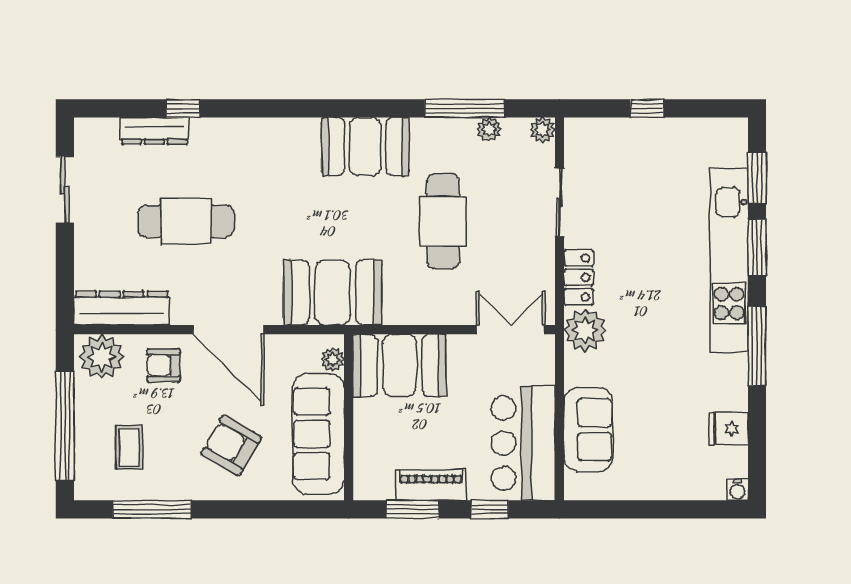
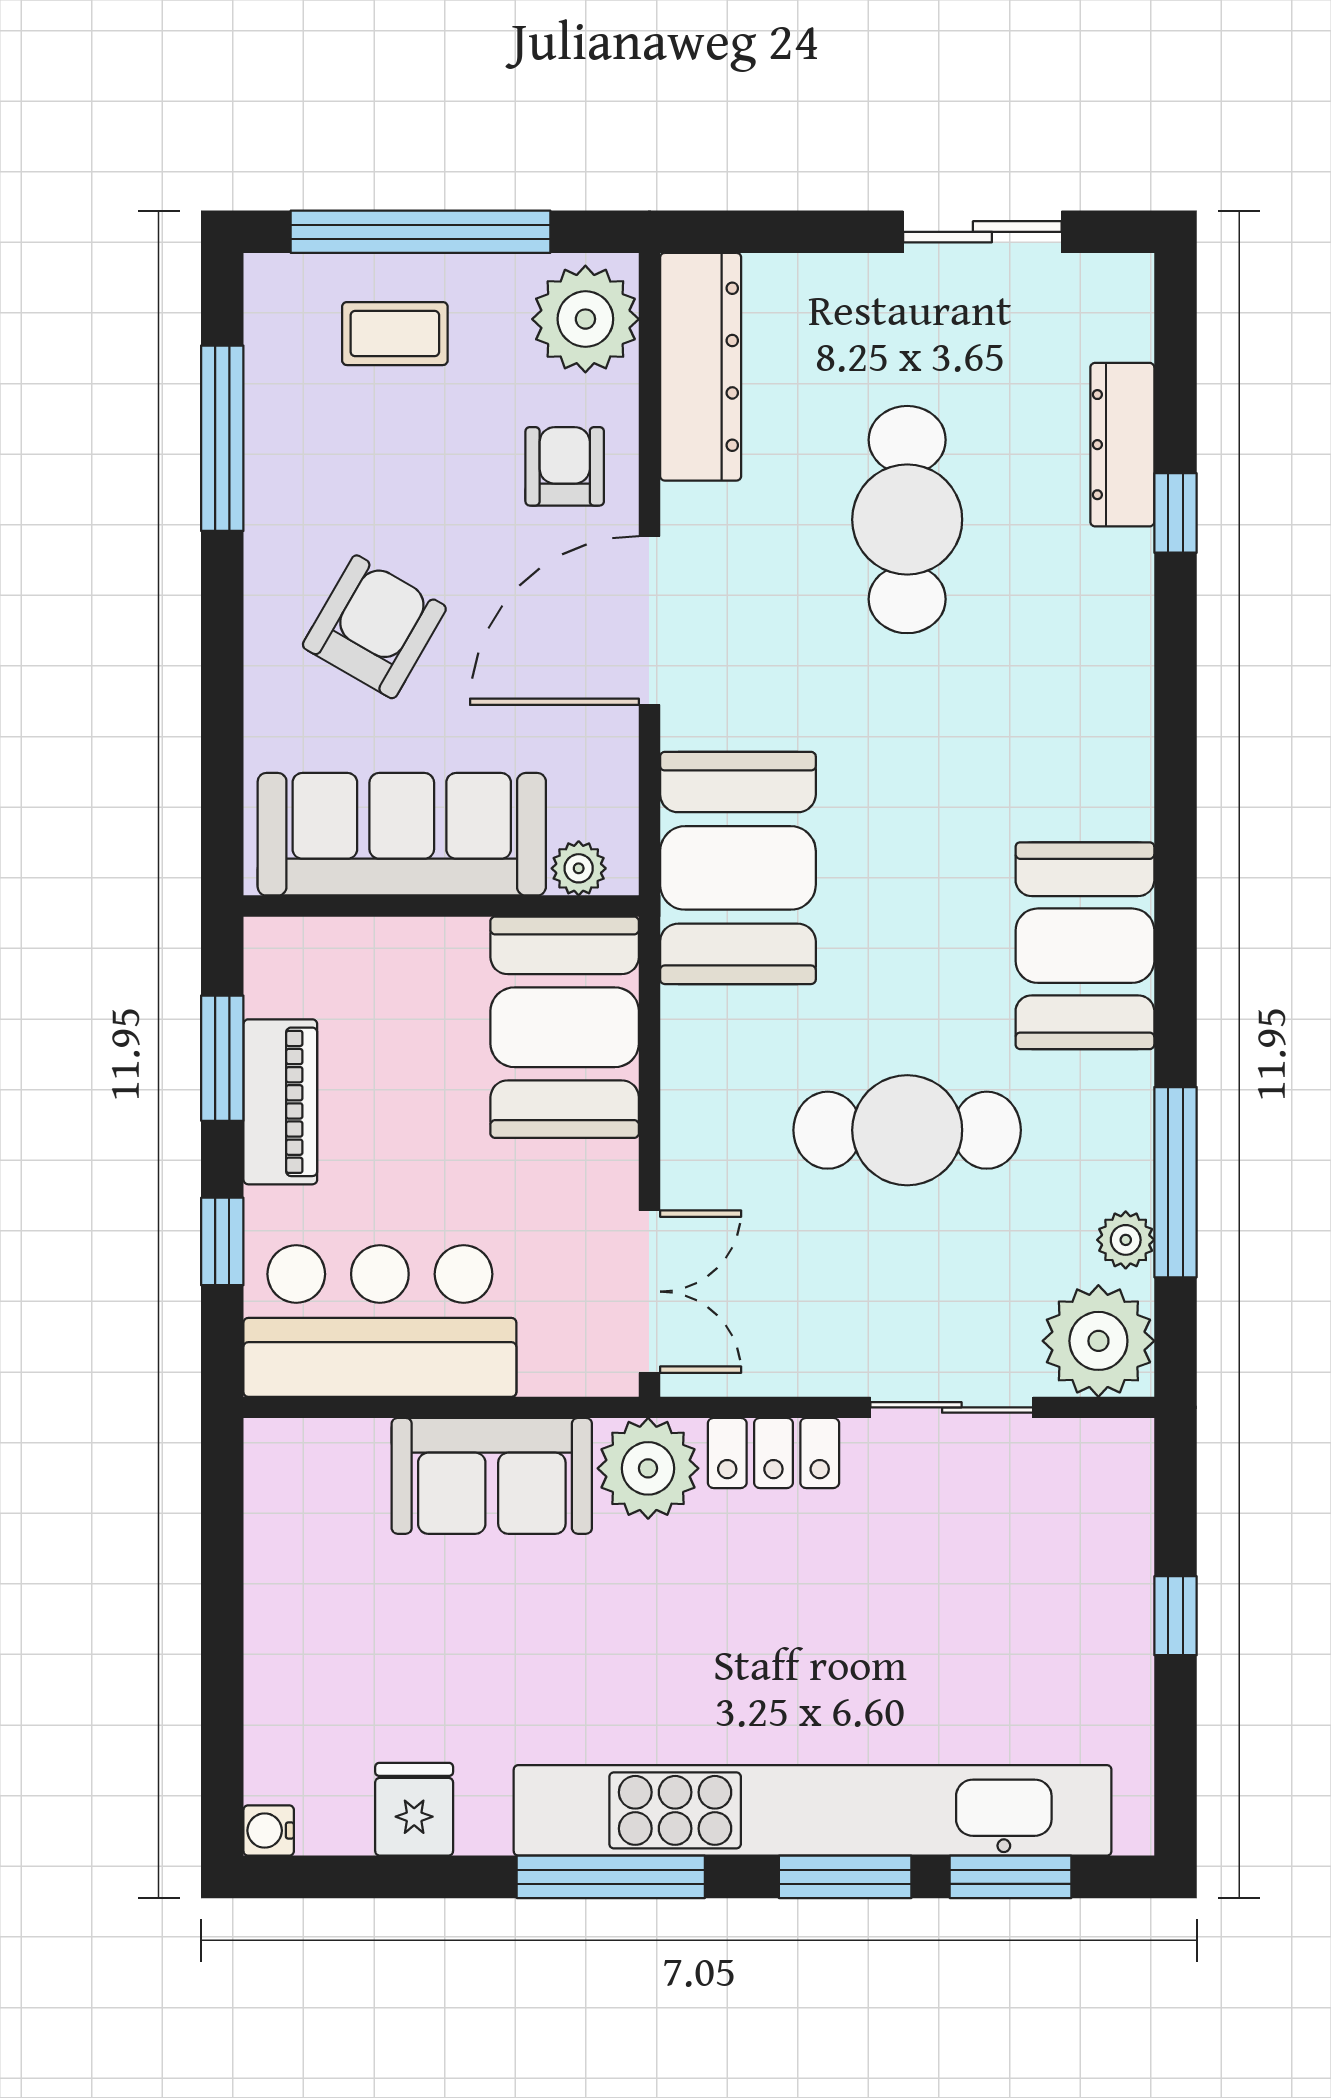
plant: (543, 130) -> (1098, 1341), width x1.88, depth x1.88
kitchen unit: (729, 261) -> (813, 1810), width x1.36
sofa: (588, 430) -> (492, 1476), moved
coffee table: (129, 447) -> (395, 334), moved

